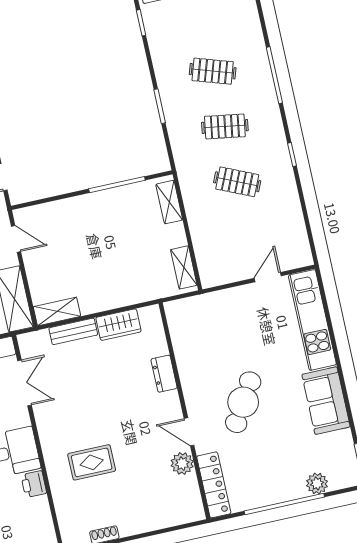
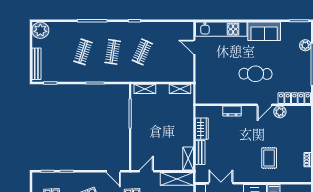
cafe table: (243, 402) -> (255, 74), turned -30

